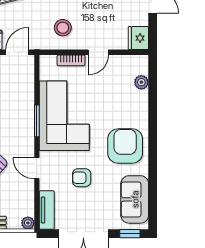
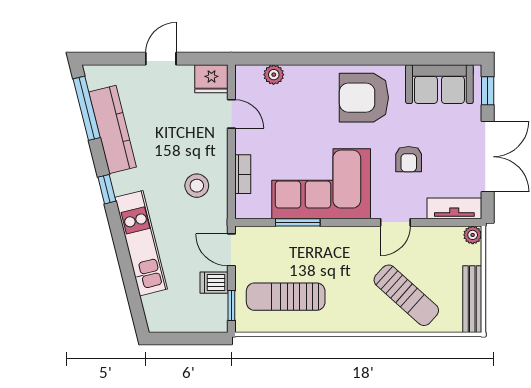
door: (98, 52) -> (231, 114), moved
window: (37, 121) -> (298, 222), moved

